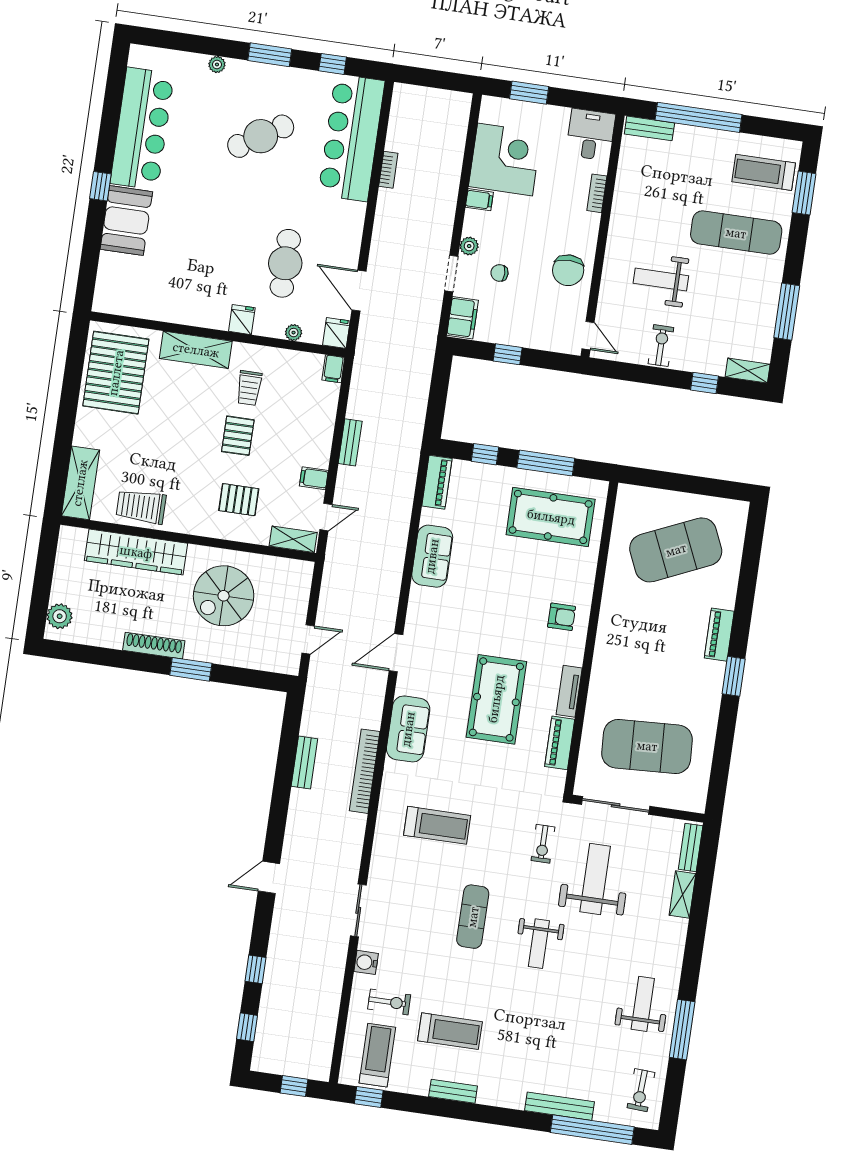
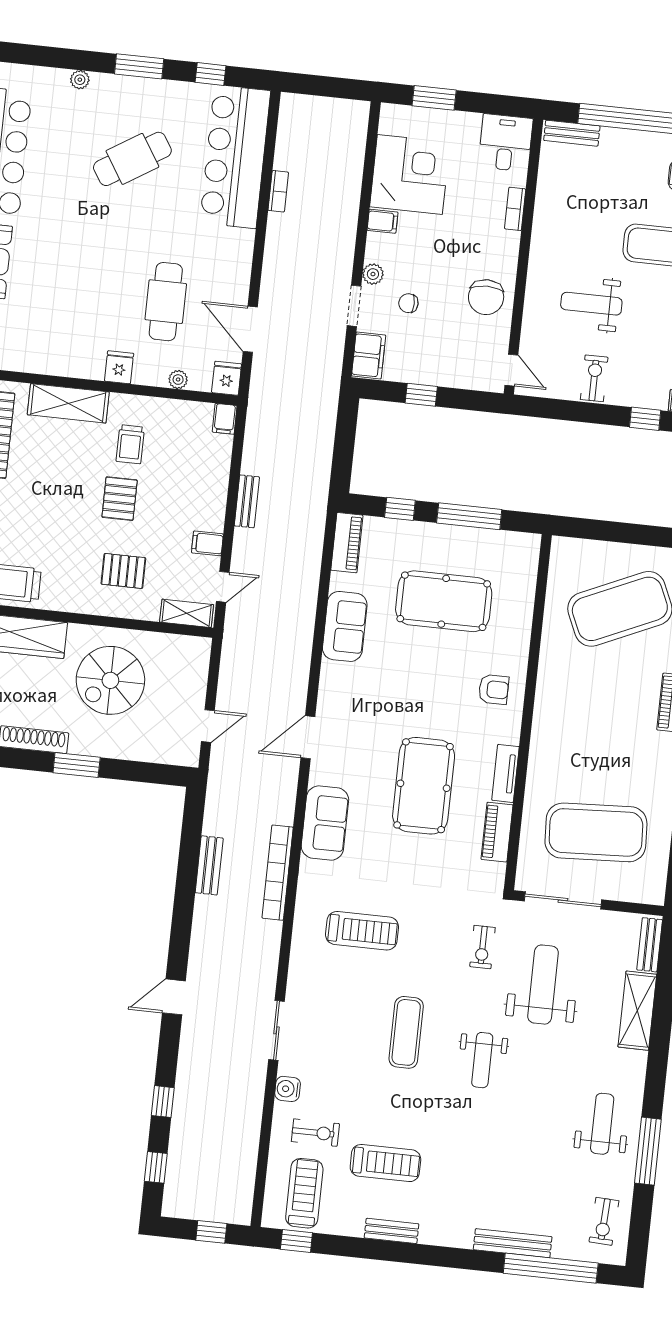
pool table: (551, 517) -> (444, 601), moved
shelving: (682, 895) -> (637, 1011), width x1.50, depth x1.33

